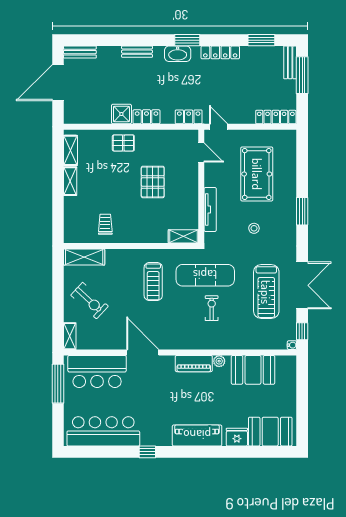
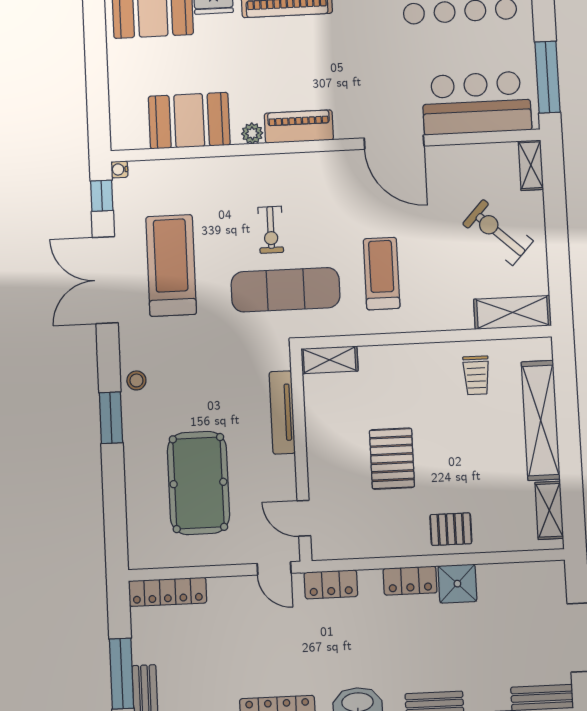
shelving: (70, 181) -> (541, 420), width x2.20, depth x1.33
stool: (254, 228) -> (136, 380), moved

